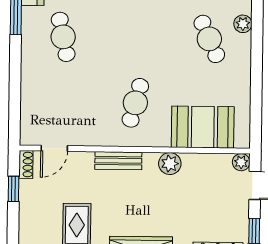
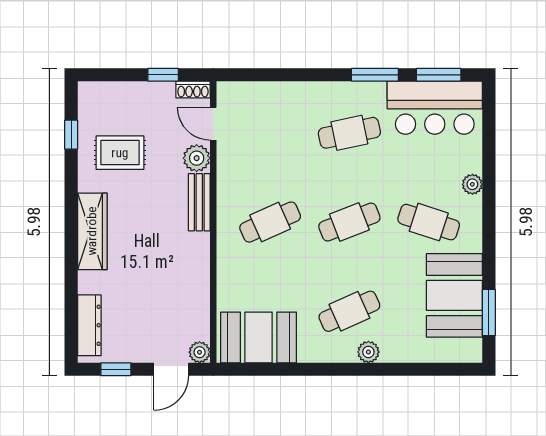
cafe table: (136, 38) -> (349, 222), added
cafe table: (135, 103) -> (270, 222), turned -39
booth: (203, 127) -> (259, 337), moved, turned 90
plant: (170, 164) -> (197, 158), moved

